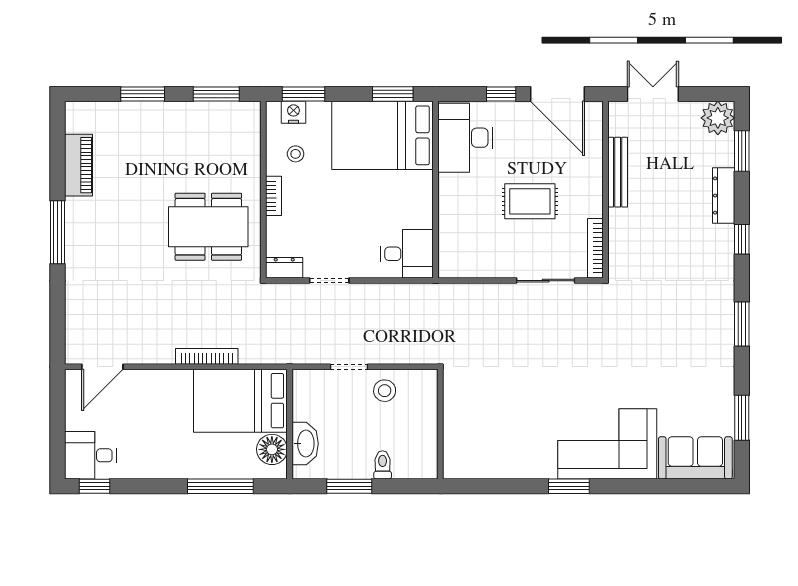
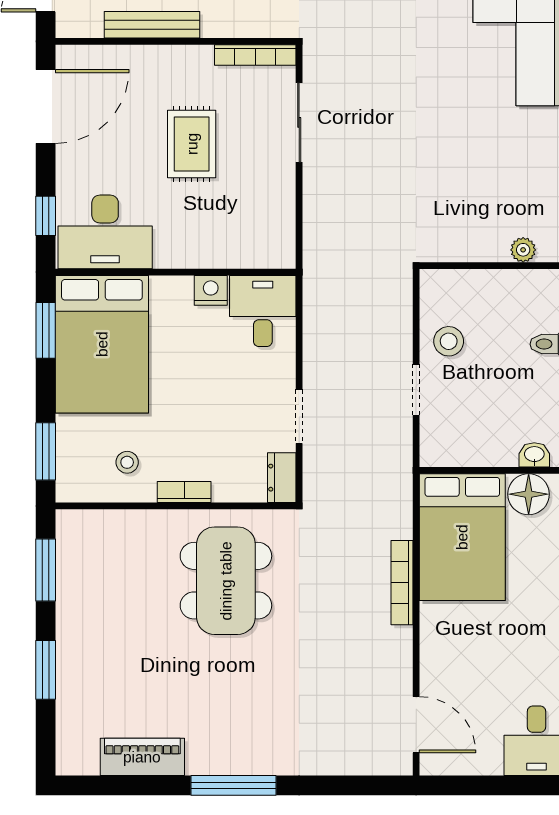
window: (501, 94) -> (46, 216), moved
nightstand: (293, 112) -> (211, 290), moved, turned 90
washbasin: (305, 444) -> (534, 455), width x0.52, depth x0.69
plant: (452, 445) -> (523, 250), added

